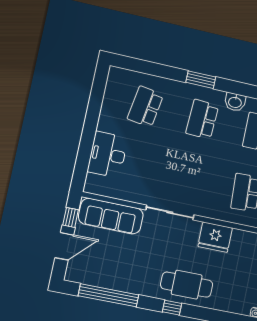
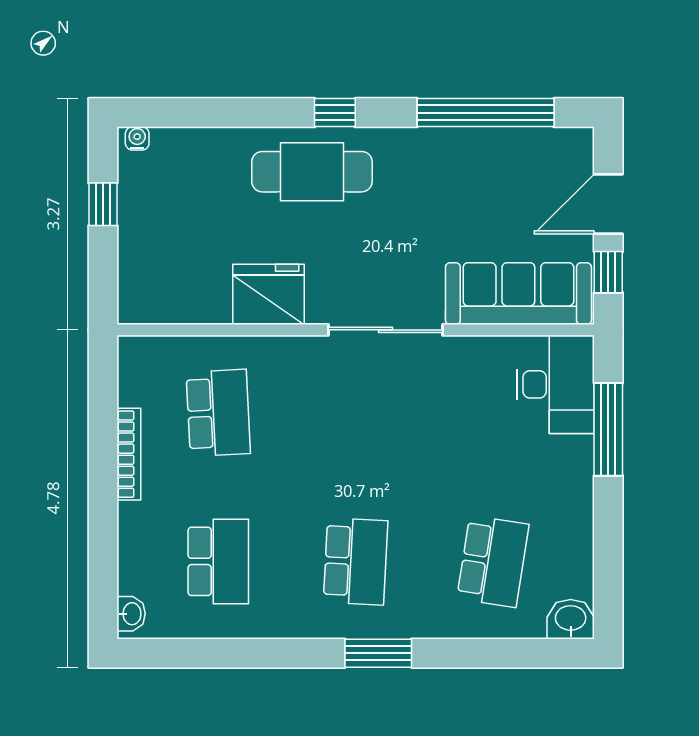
washbasin: (235, 102) -> (571, 619), moved
window: (85, 151) -> (608, 429), added
desk: (108, 155) -> (556, 384), moved

